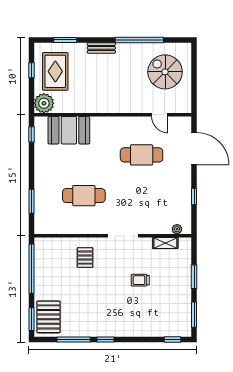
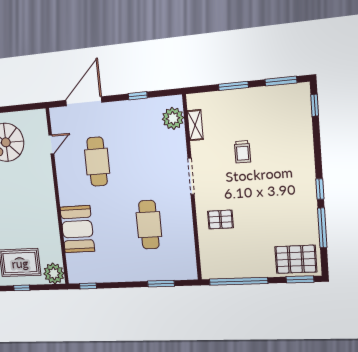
booth: (69, 130) -> (77, 229), moved
plant: (177, 229) -> (173, 118), width x1.88, depth x1.88

